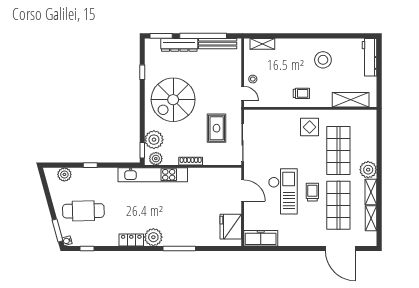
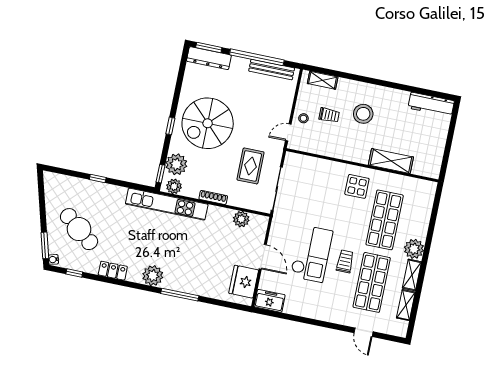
dresser: (179, 45) -> (209, 58), moved
workbench: (370, 57) -> (431, 104), moved, turned -90
stool: (323, 60) -> (363, 114), moved
window: (142, 72) -> (170, 126), moved
trolley: (301, 93) -> (329, 115), moved
door: (243, 94) -> (288, 132), swing flipped
shelving: (351, 100) -> (391, 161), moved
plant: (64, 174) -> (241, 219), moved
door: (243, 190) -> (263, 257), moved
cafe table: (83, 211) -> (79, 229), turned 40
freezer: (261, 238) -> (270, 301), width x0.71
locker: (131, 240) -> (113, 271), moved
door: (340, 249) -> (364, 332), width x0.53

